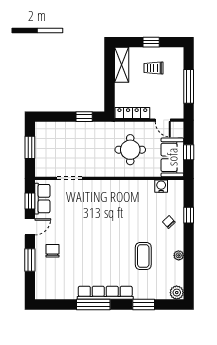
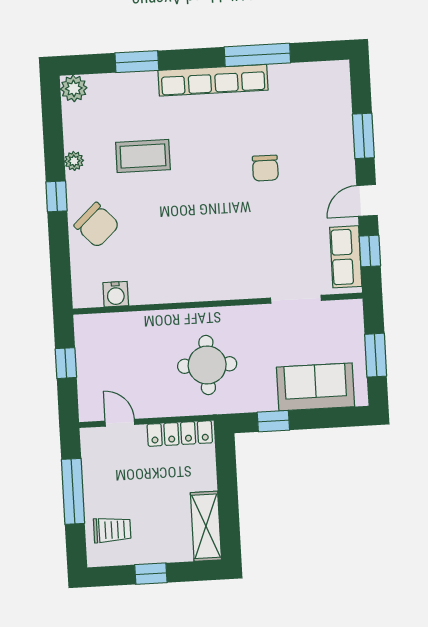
trolley: (153, 68) -> (112, 530), moved
round table: (130, 150) -> (207, 365), moved
sofa: (172, 157) -> (316, 387), moved, turned -90
window: (189, 215) -> (56, 196), moved
chair: (169, 222) -> (97, 225), width x1.87, depth x1.87
chair: (52, 251) -> (265, 168), moved
coffee table: (143, 256) -> (143, 156), turned 90
window: (93, 304) -> (257, 55), moved

